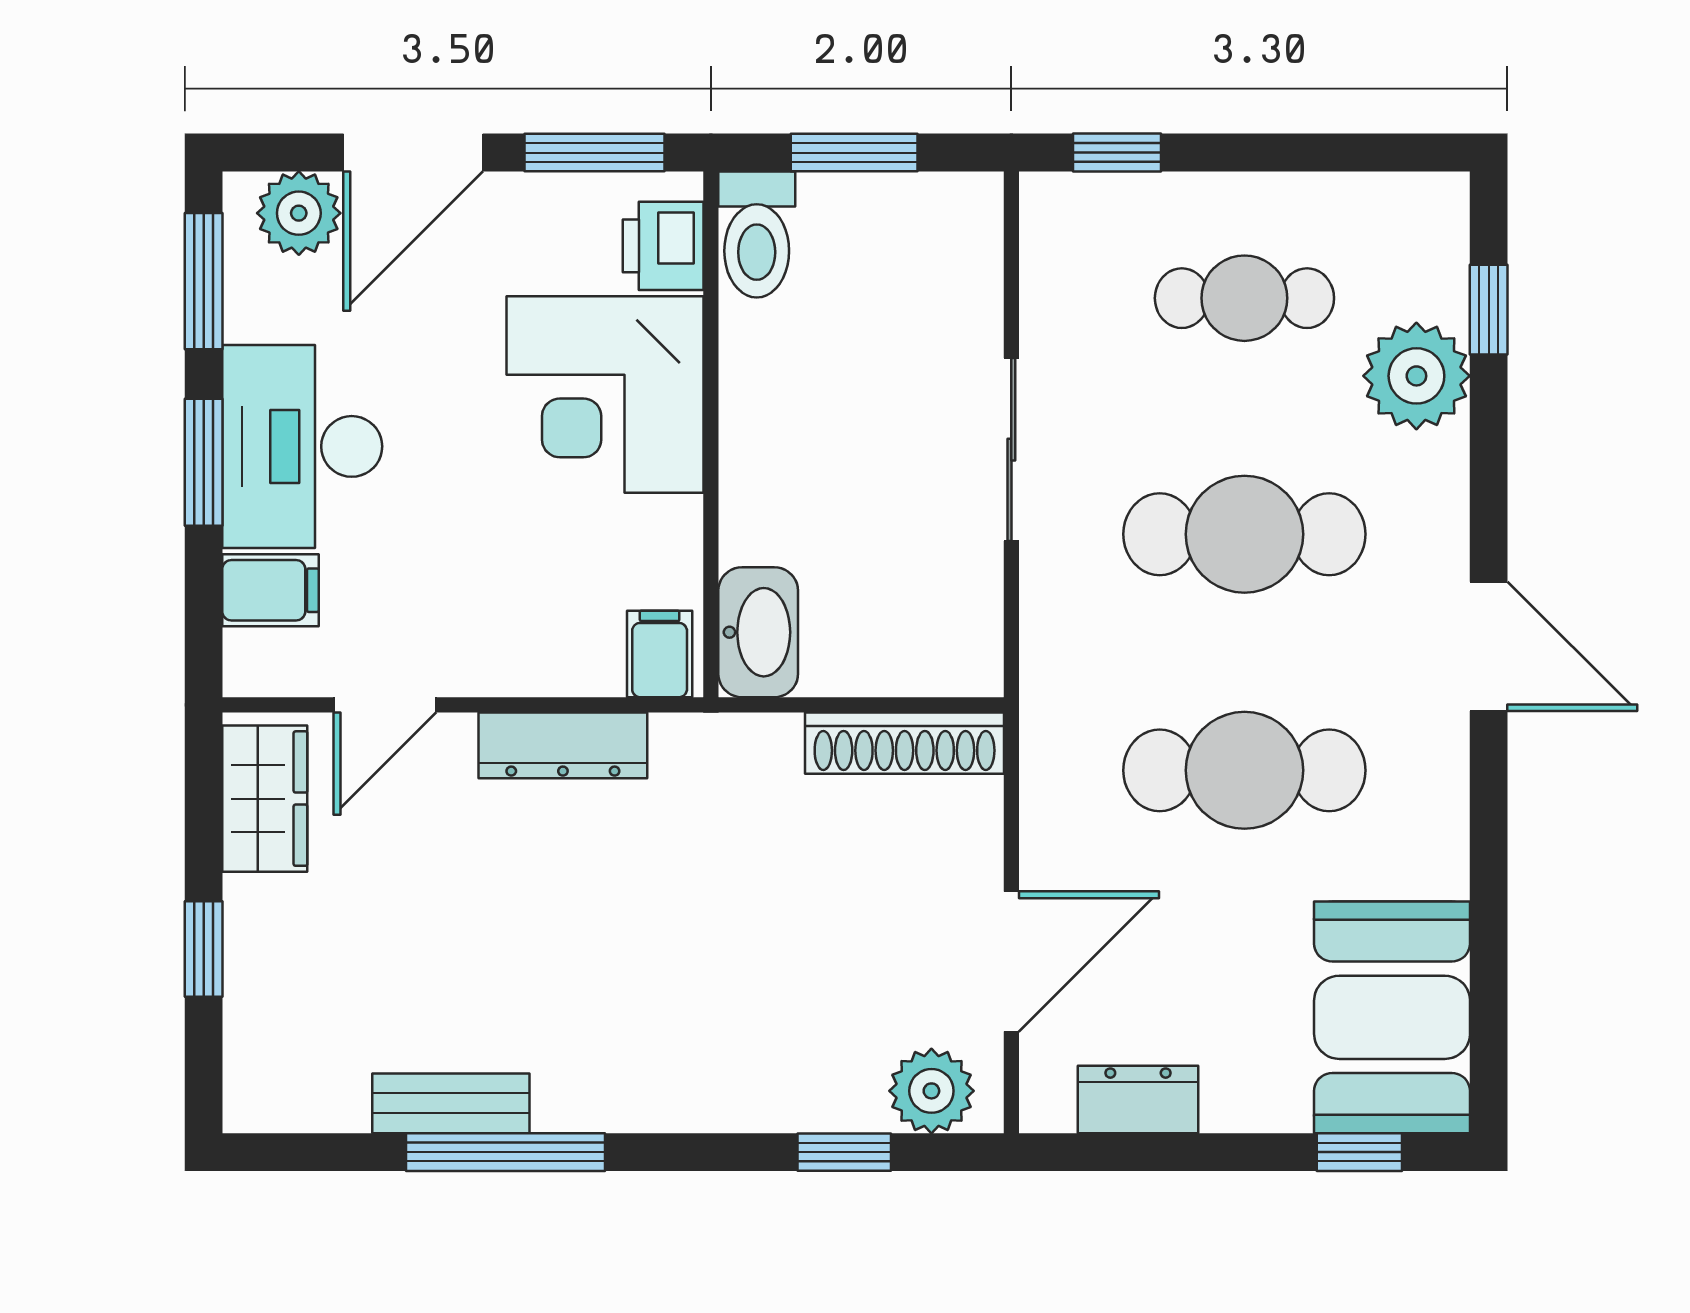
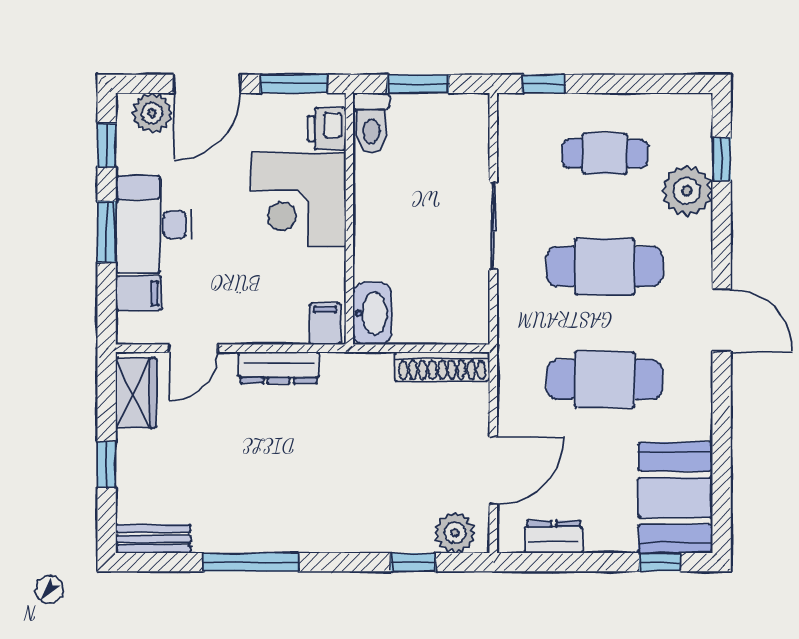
window: (204, 281) -> (107, 145), width x0.67
bench: (451, 1103) -> (153, 539), moved

